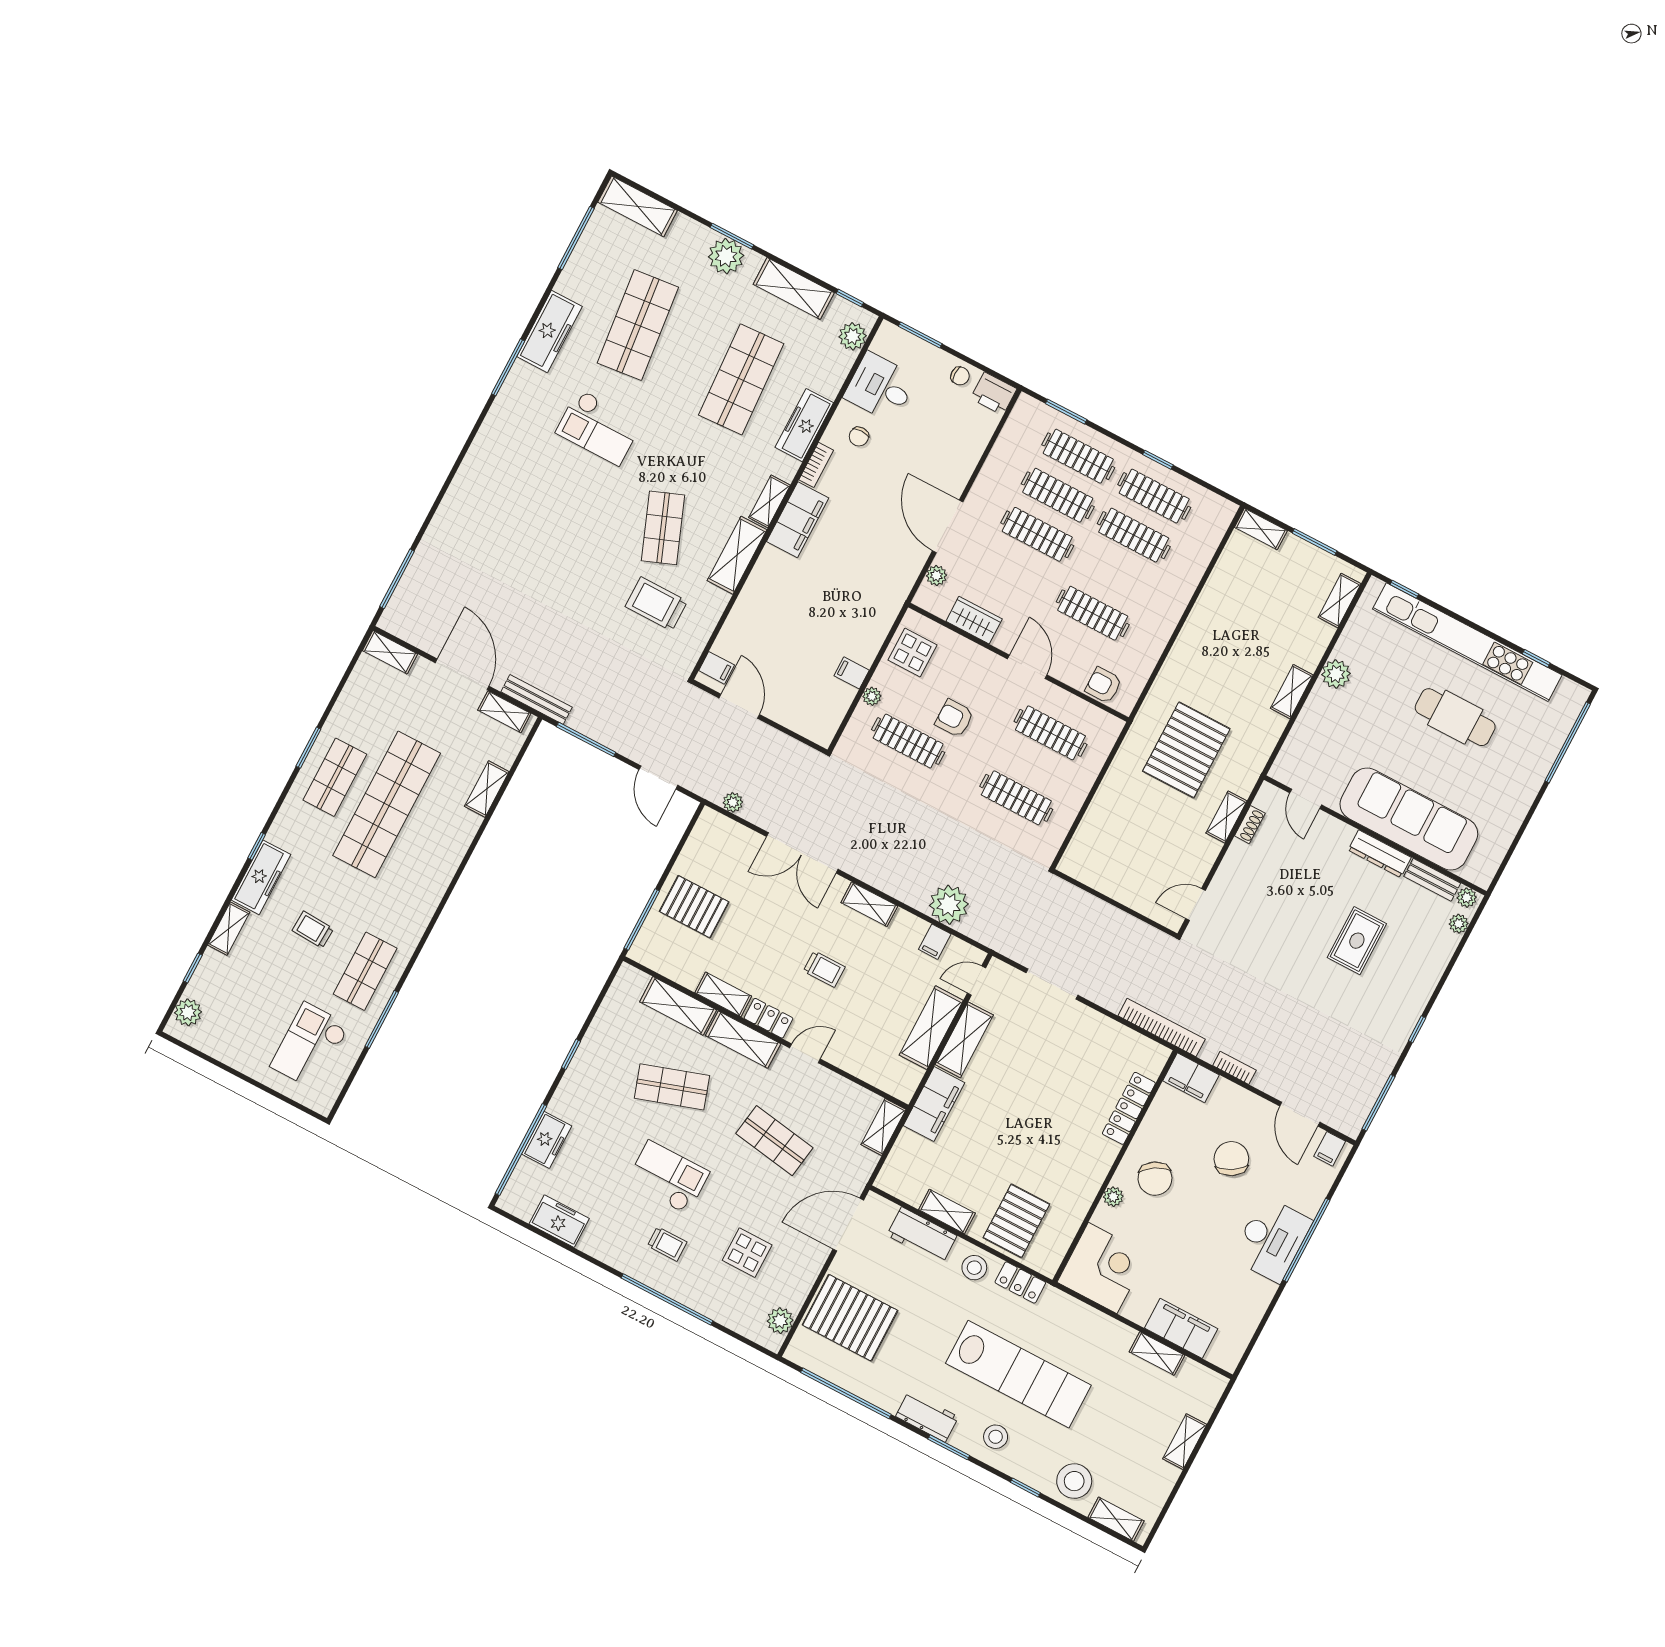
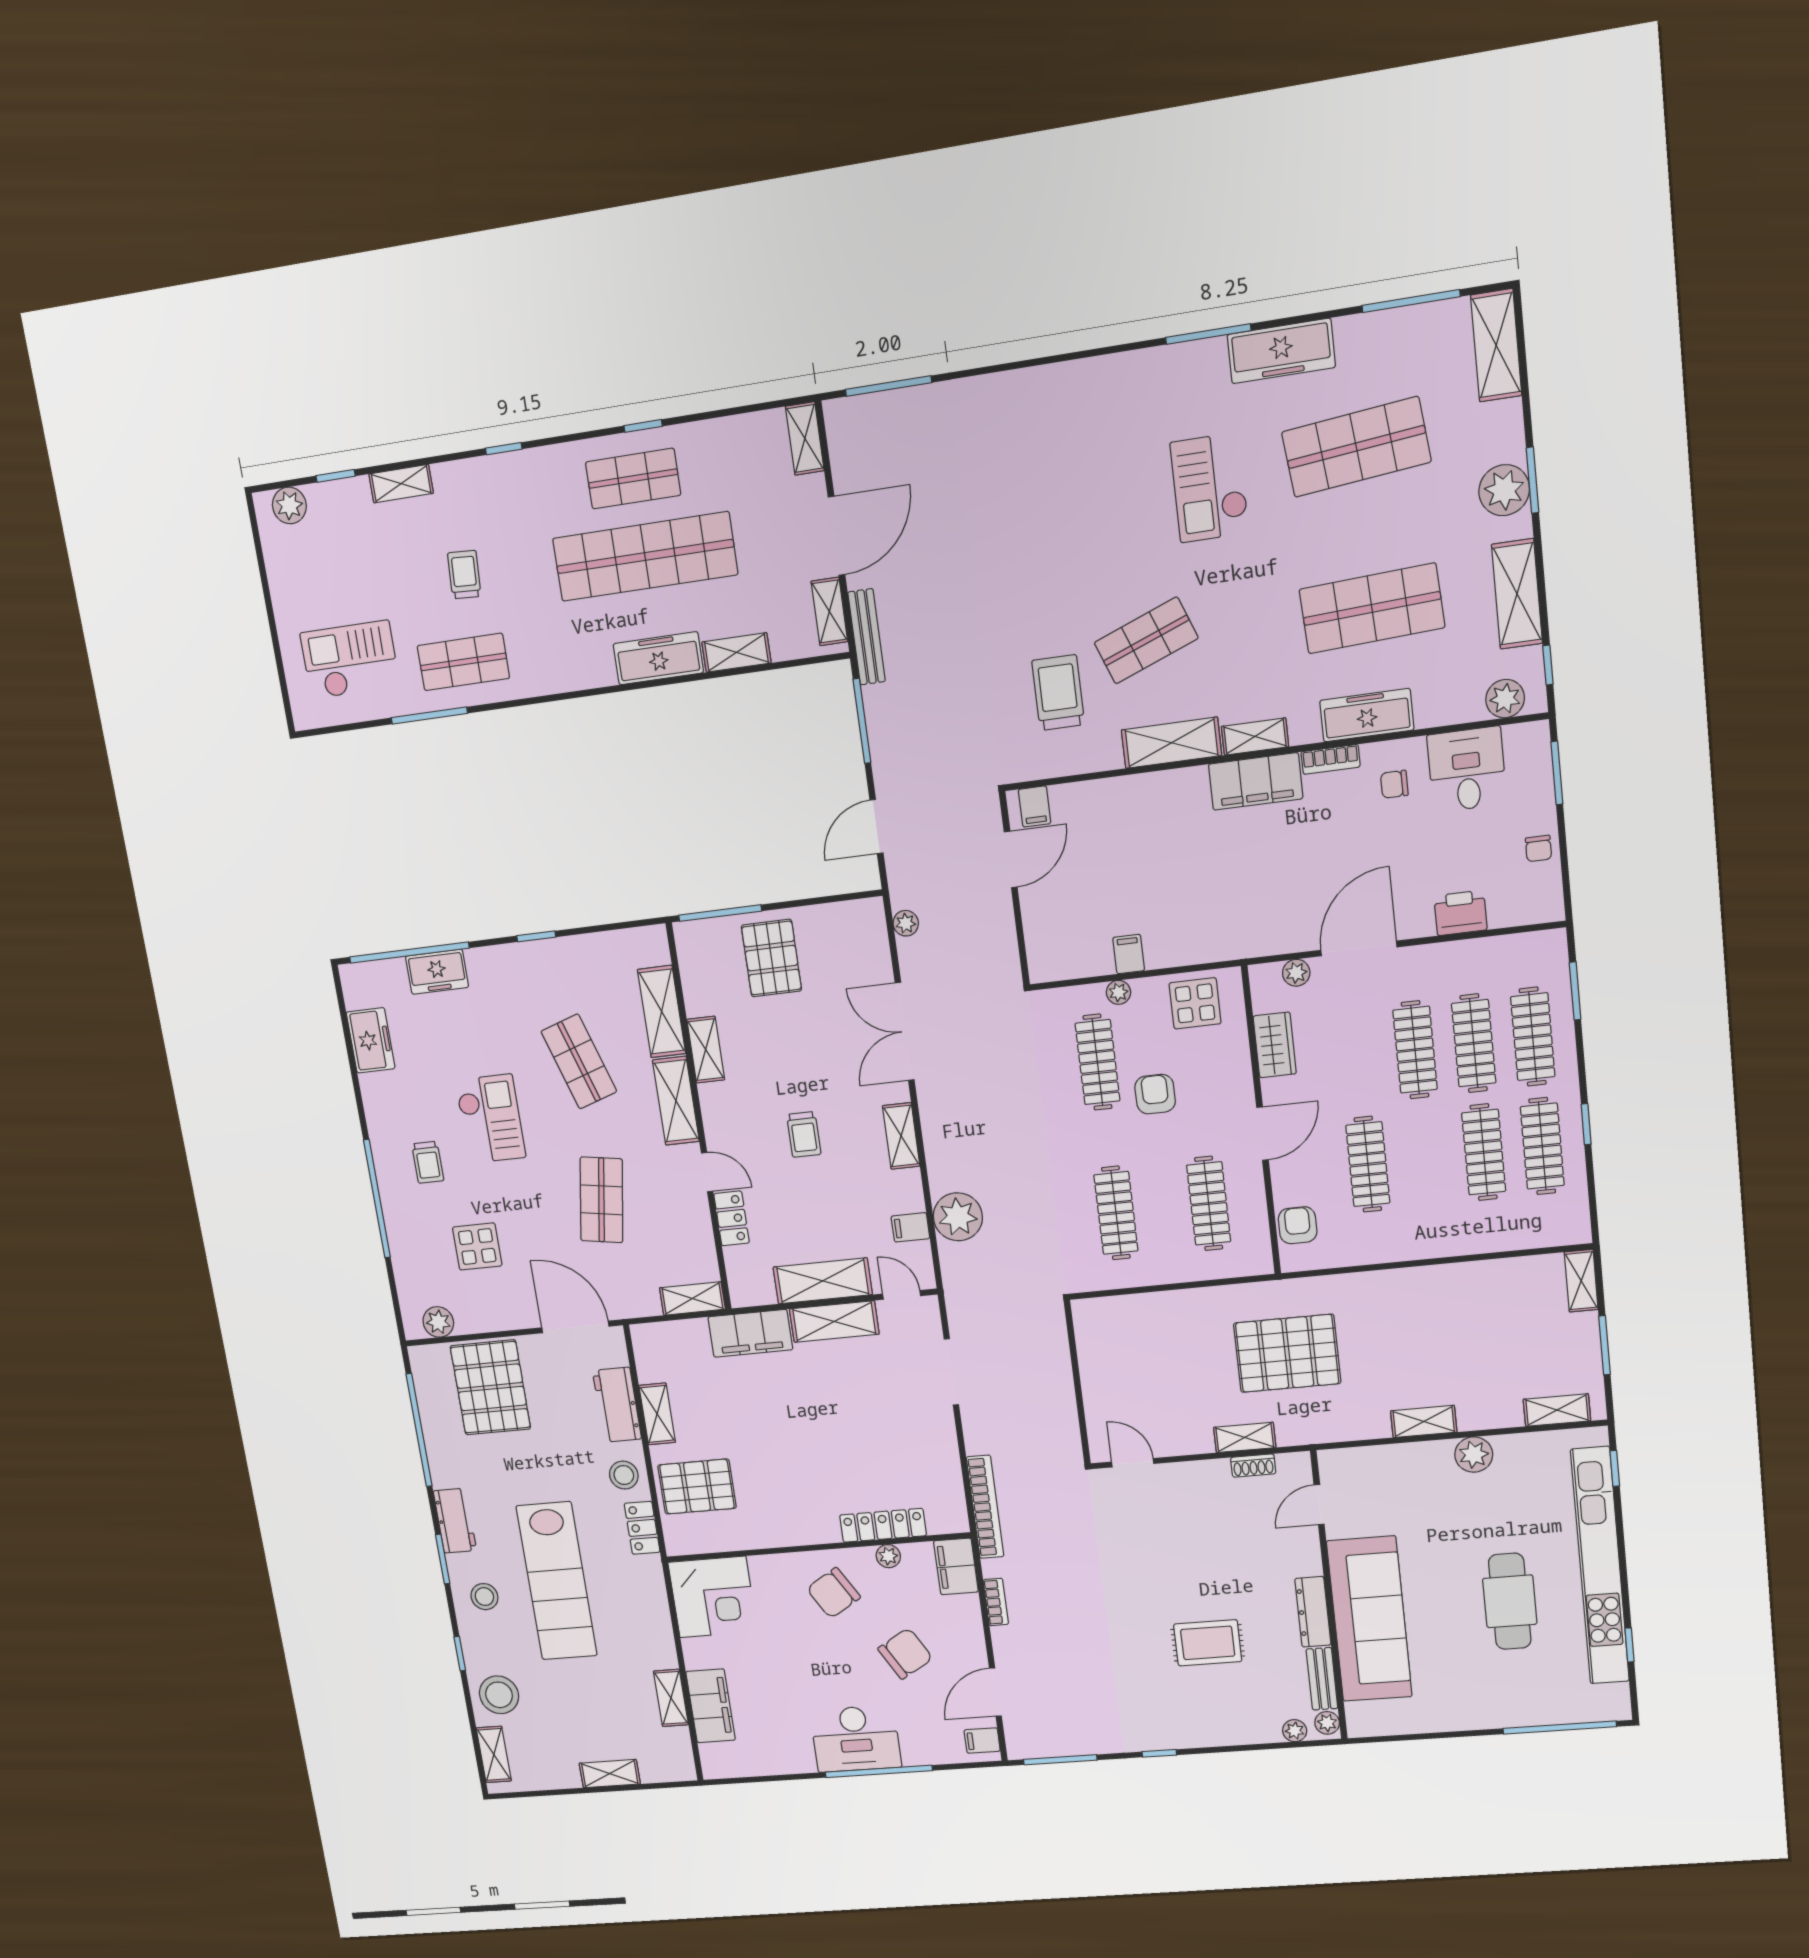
printer: (994, 394) -> (1460, 913), moved, turned 90
window: (308, 748) -> (643, 426), width x0.67
freezer: (261, 877) -> (658, 658), moved, turned 180
locker: (769, 1018) -> (732, 1218), moved
plant: (1113, 1197) -> (888, 1556), moved

